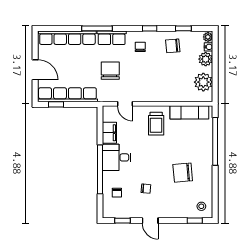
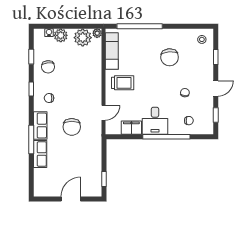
plant: (208, 37) -> (97, 33), moved
row of seats: (67, 38) -> (40, 154), width x0.50
chair: (110, 71) -> (72, 127), turned -90
row of seats: (67, 95) -> (95, 168), removed
window: (195, 221) -> (216, 57), moved

